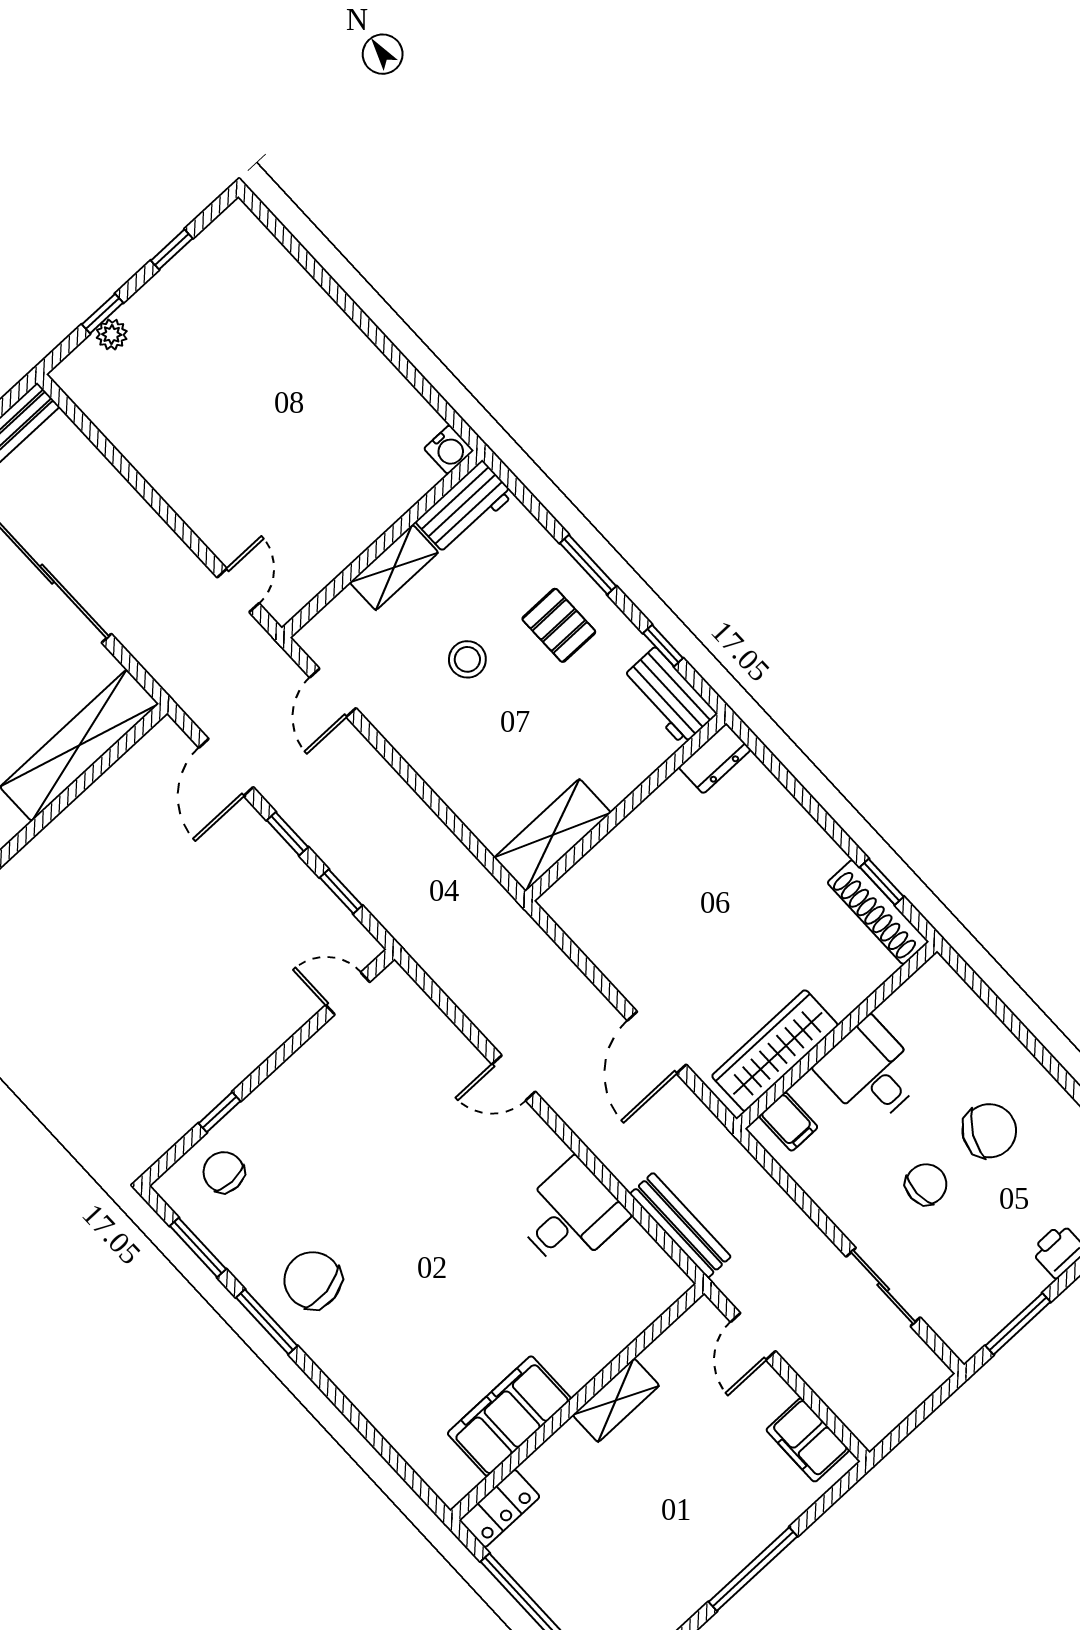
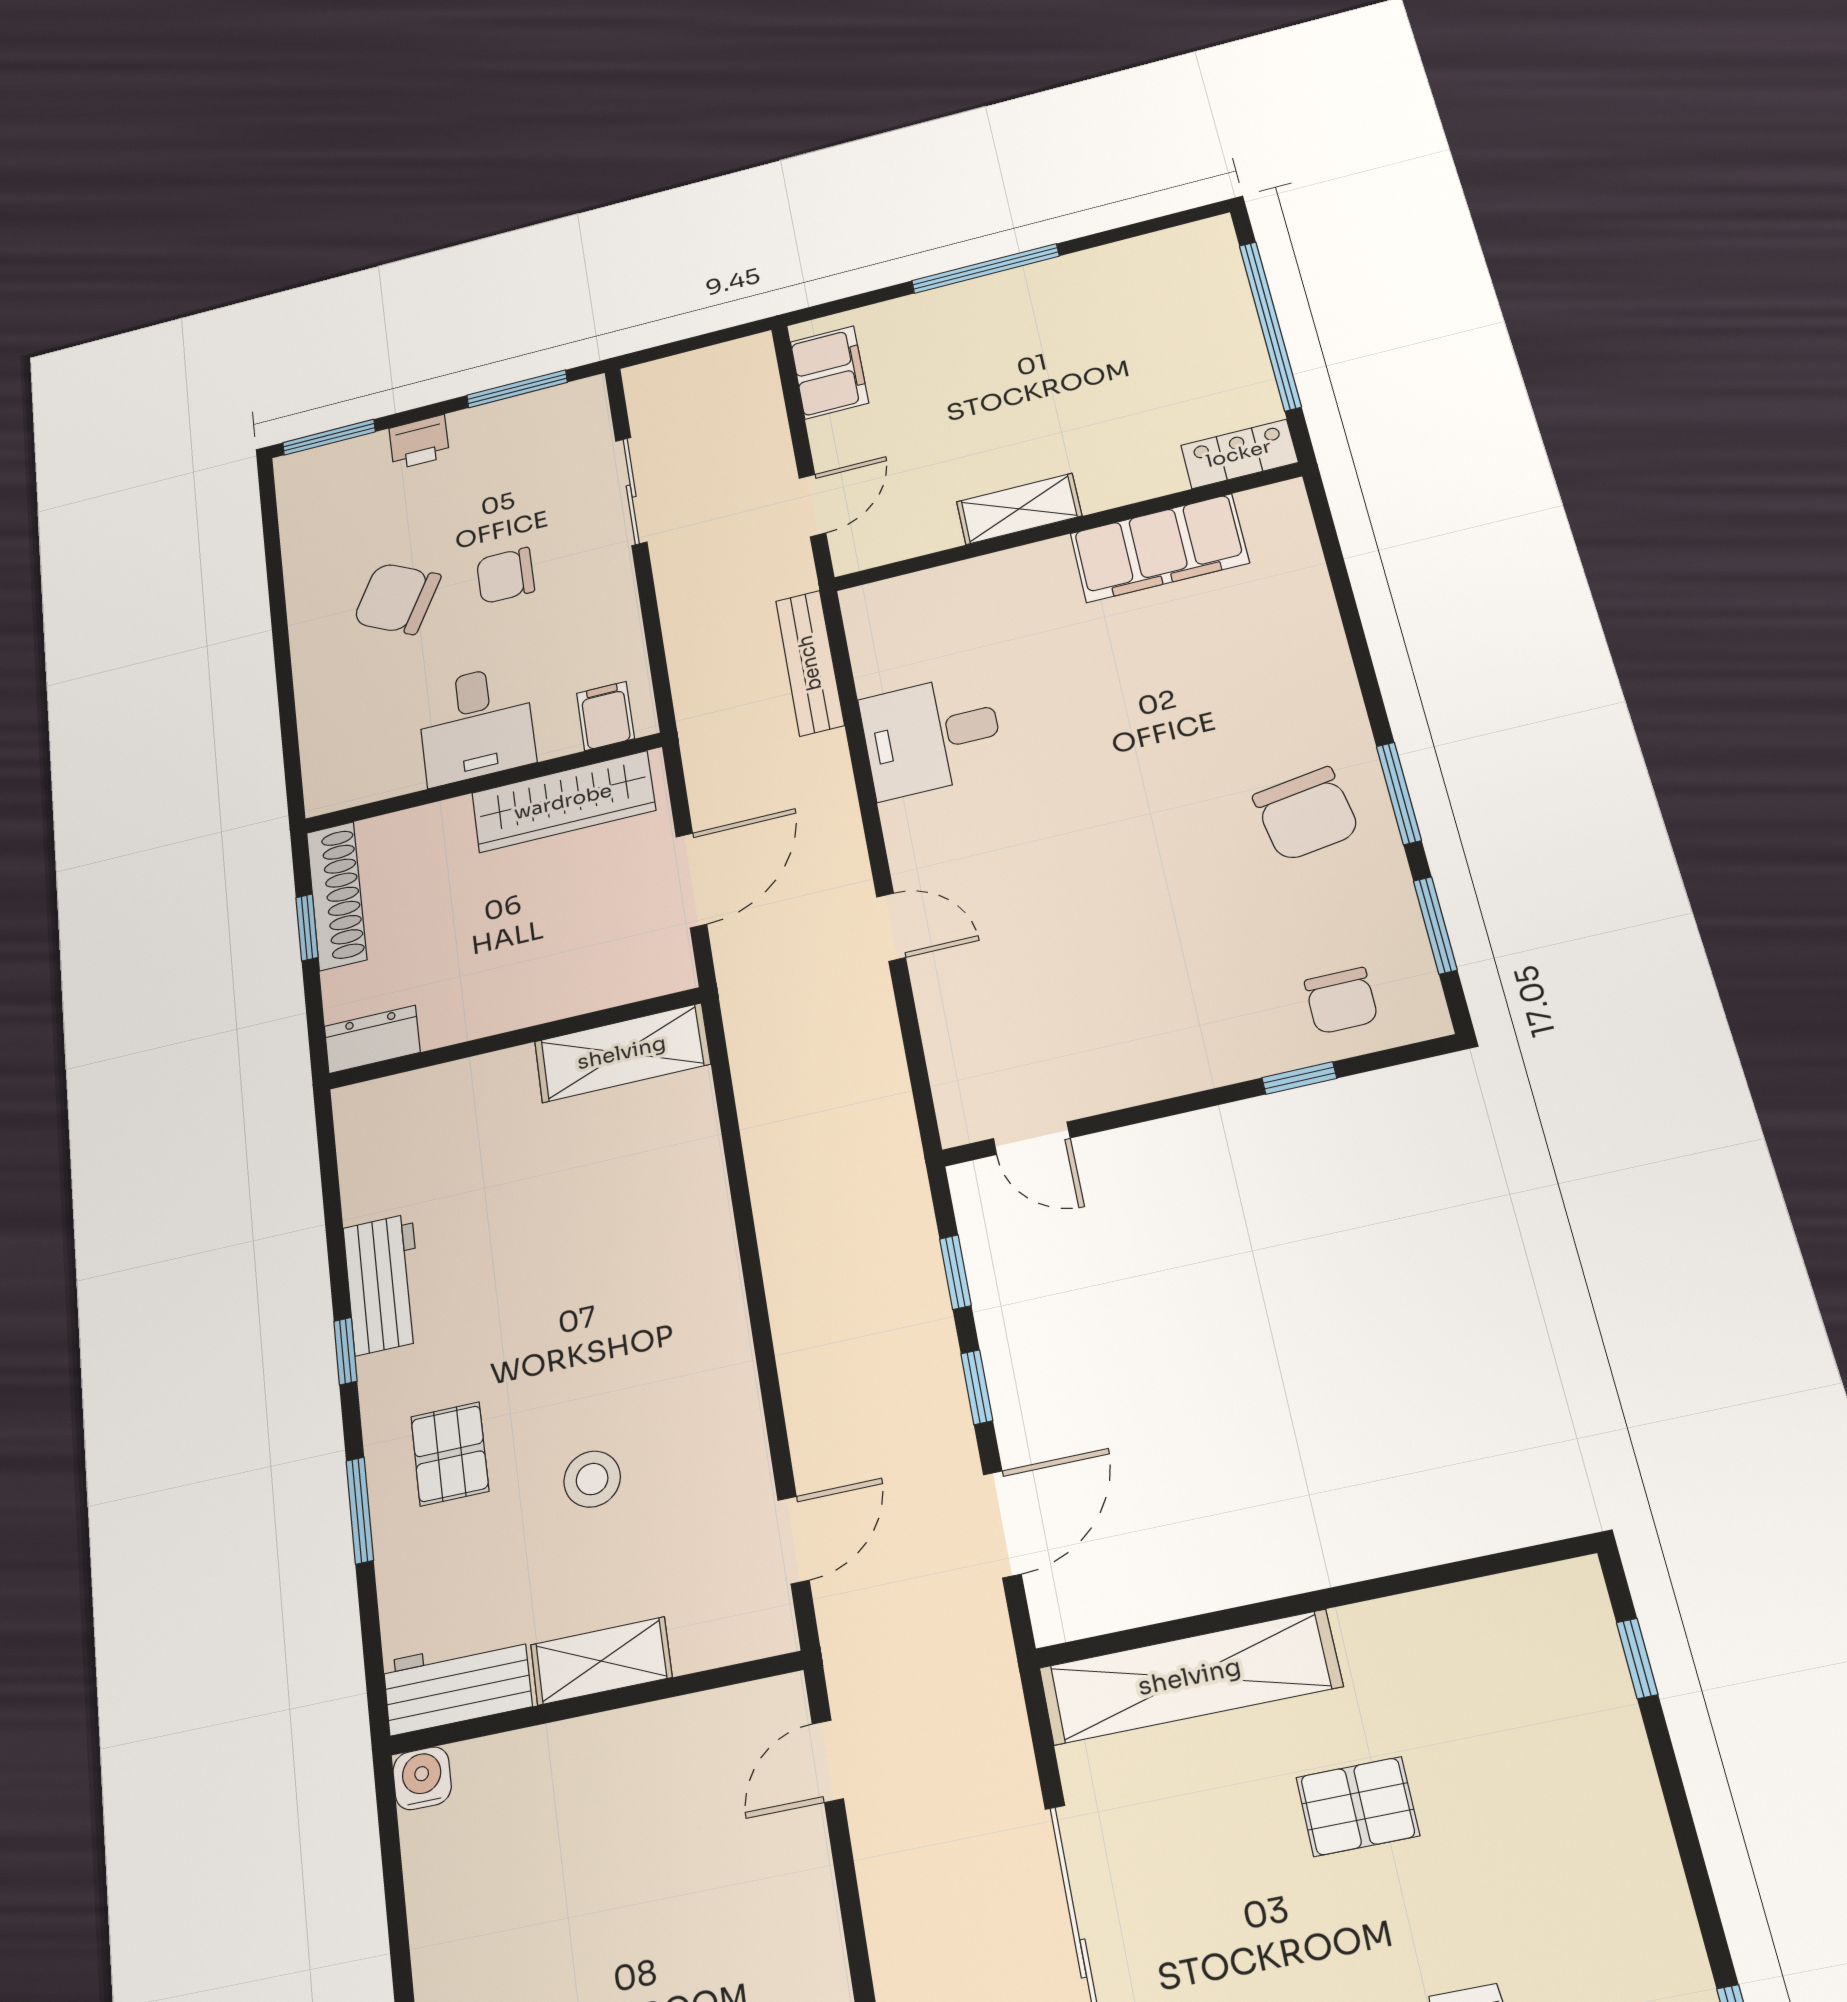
dresser: (715, 758) -> (372, 1039), moved
wall: (626, 807) -> (514, 1039), moved
shelving: (553, 835) -> (622, 1053), moved

